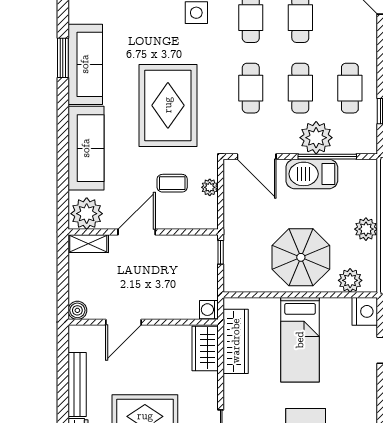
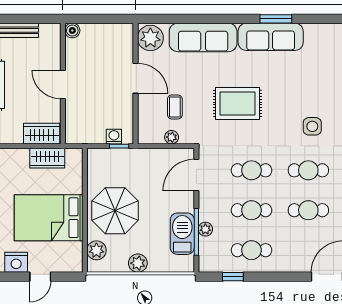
rug: (168, 105) -> (238, 103), width x0.73, depth x0.69
plant: (316, 138) -> (205, 229), width x0.53, depth x0.53
barbecue: (312, 174) -> (182, 234), moved
shelving: (88, 244) -> (126, 39), removed
washing machine: (209, 310) -> (114, 137), moved
nightstand: (365, 311) -> (16, 262), moved
door: (123, 322) -> (63, 84), moved
bed: (300, 340) -> (49, 218), width x1.50
wardrobe: (236, 341) -> (47, 158), width x0.67

